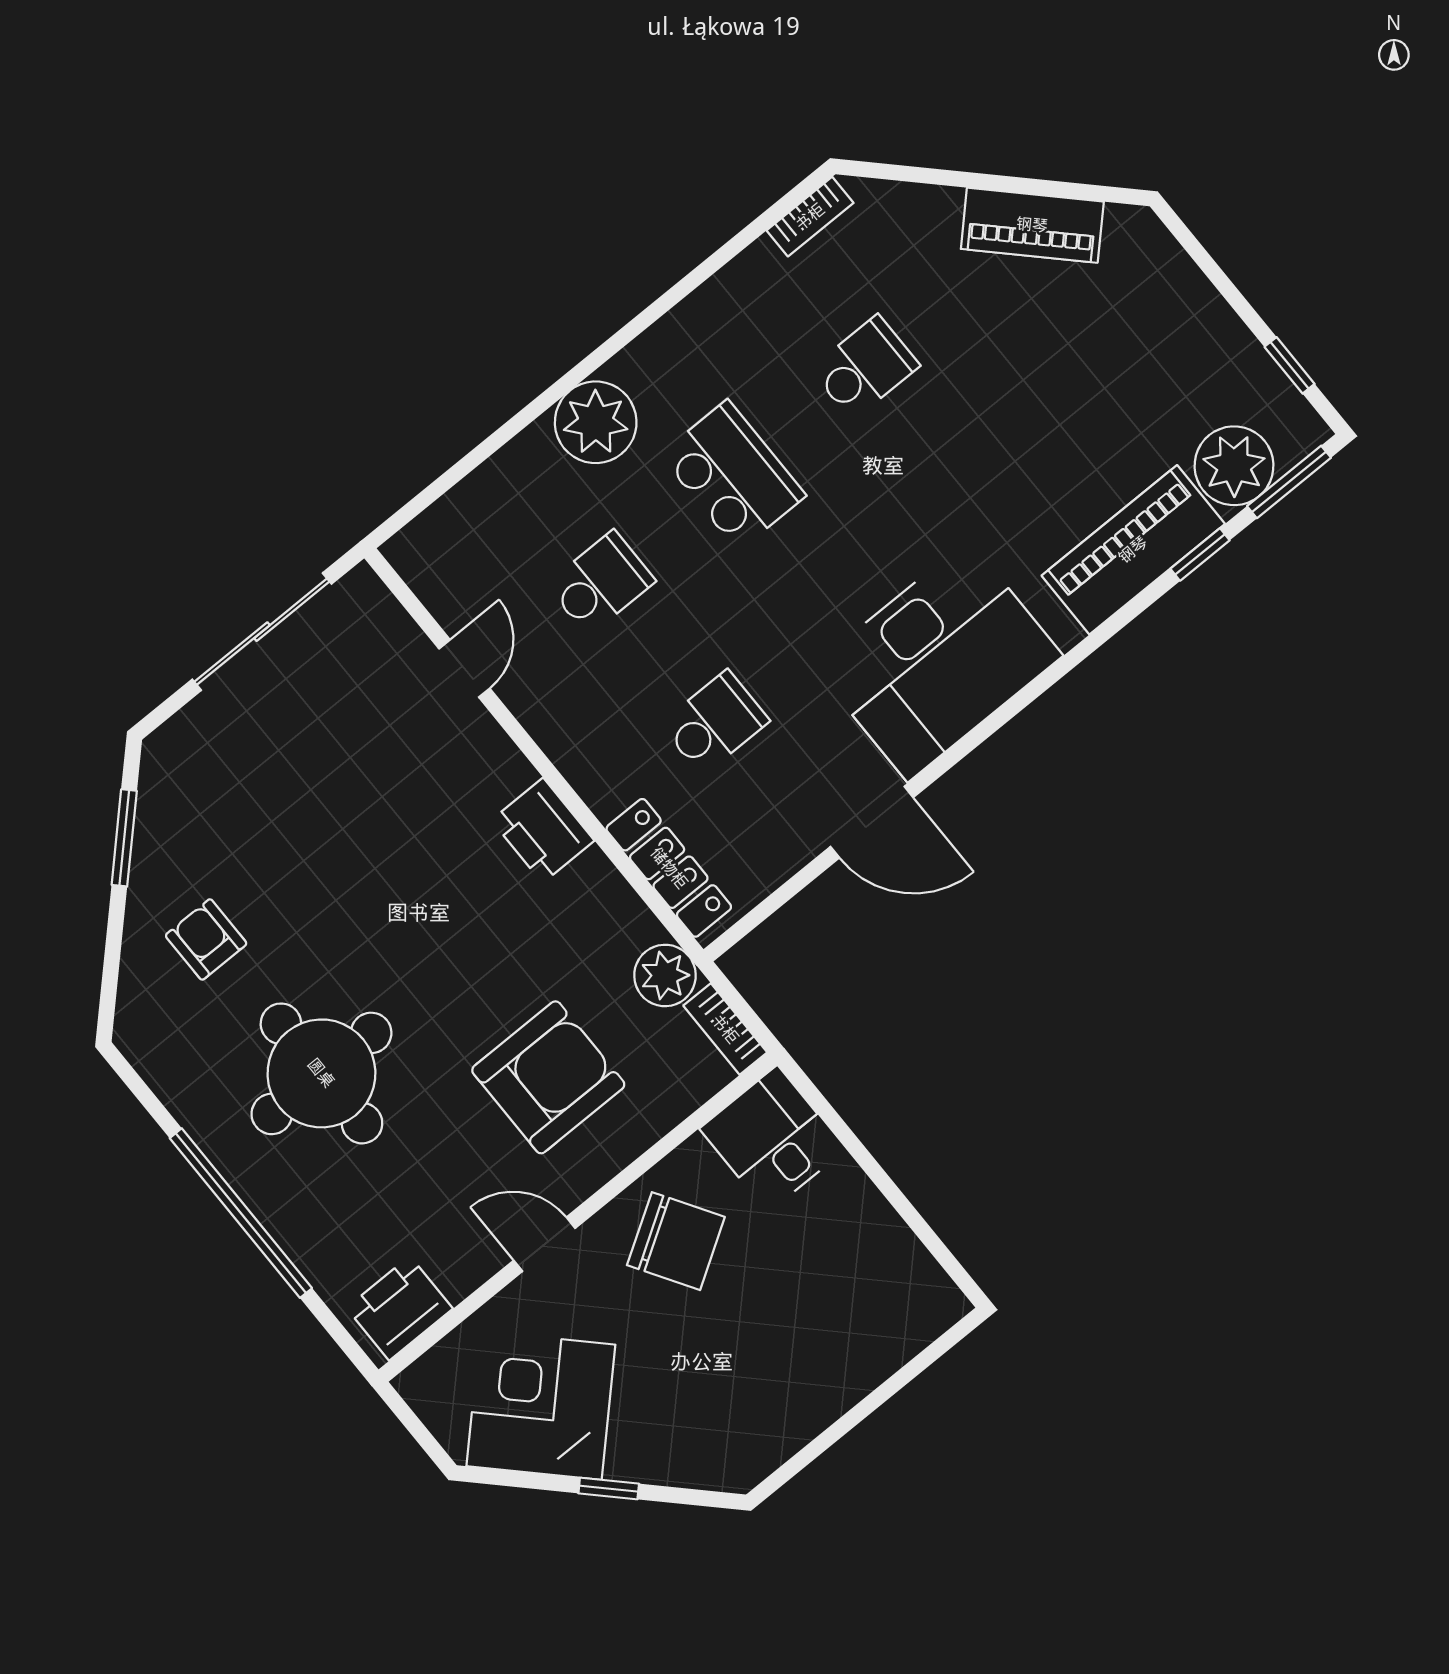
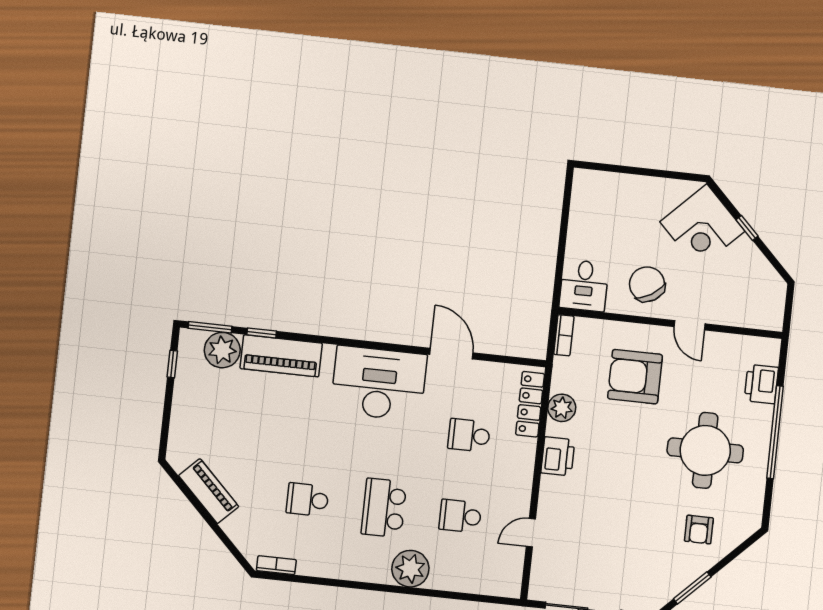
plant: (665, 975) -> (562, 408), moved
printer: (400, 1308) -> (761, 384), moved, turned 90
corner desk: (541, 1405) -> (702, 227), moved

